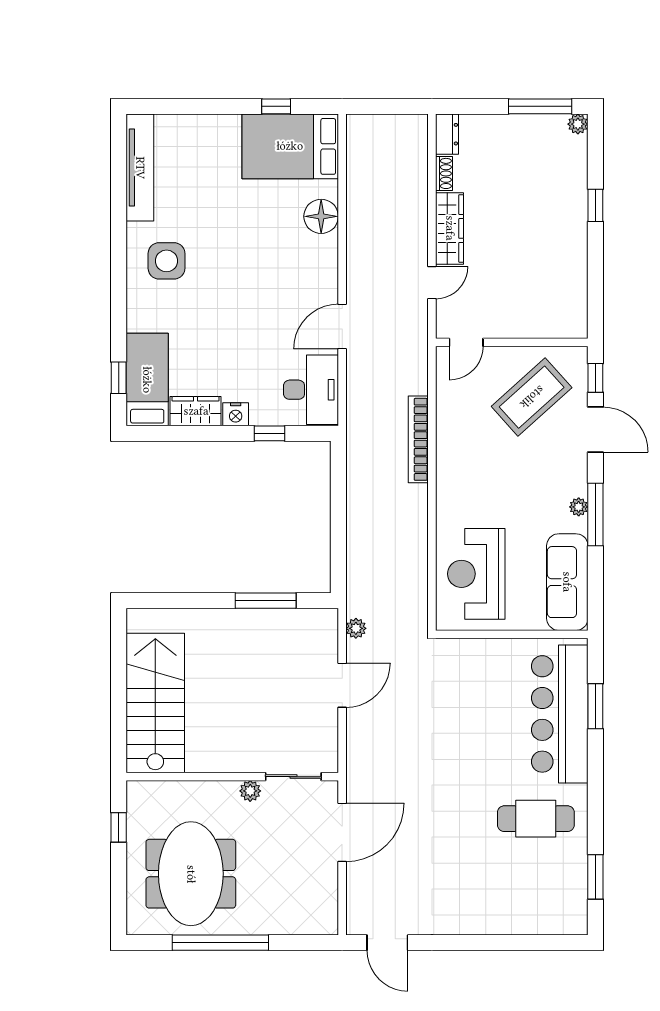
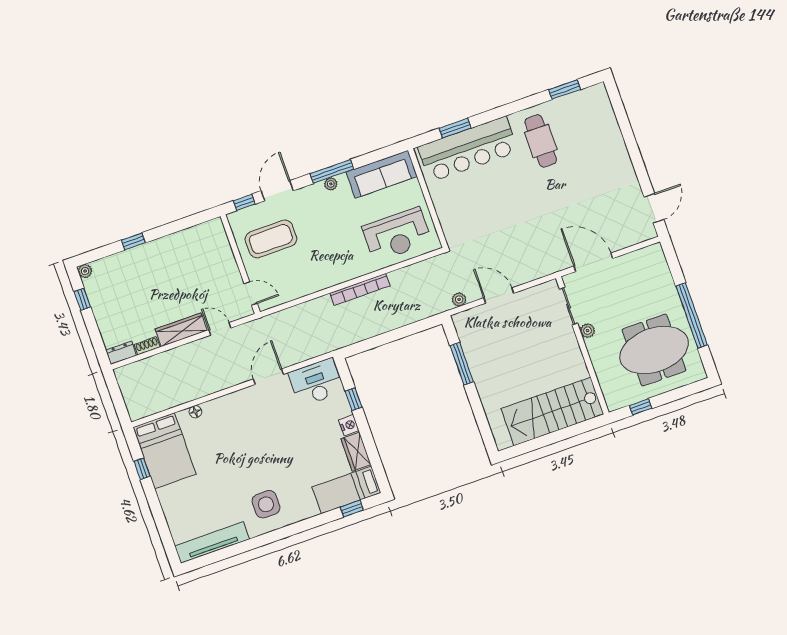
window: (540, 106) -> (82, 299), width x0.46
floor lamp: (321, 216) -> (195, 412), width x0.53, depth x0.53
door: (342, 327) -> (268, 377), swing flipped
coffee table: (532, 397) -> (271, 239), turned -48
bookcase: (418, 439) -> (360, 289), moved

